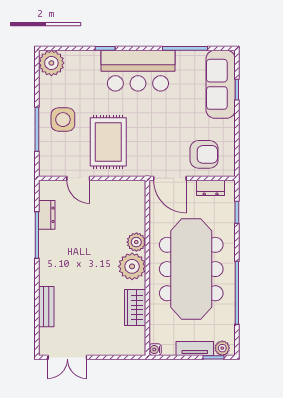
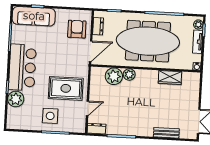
plant: (51, 63) -> (16, 99), moved
dresser: (47, 215) -> (96, 129), moved
plant: (132, 266) -> (114, 76), moved

